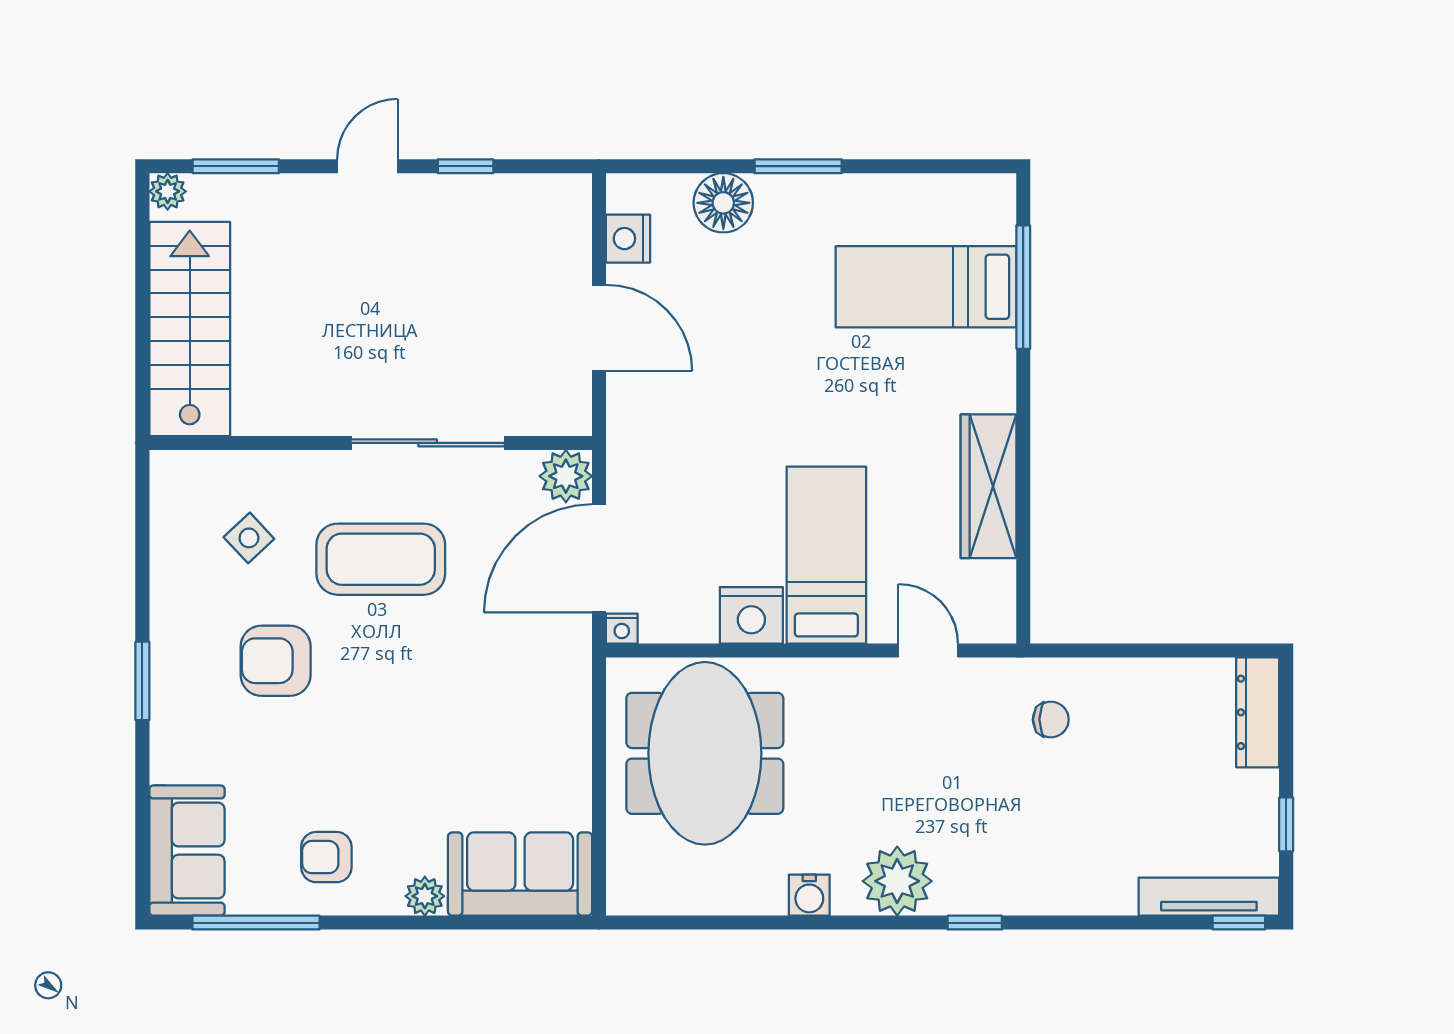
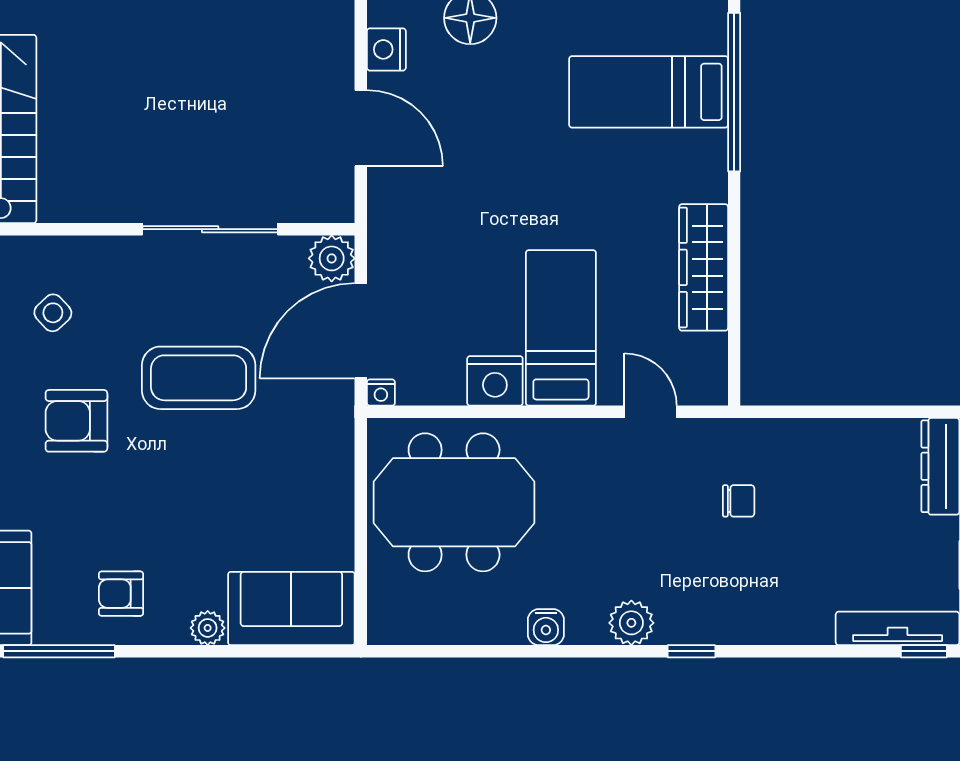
window: (1023, 287) -> (734, 92), width x1.46
coffee table: (381, 559) -> (199, 378), moved
chair: (1051, 719) -> (739, 501), moved
meeting table: (705, 753) -> (454, 502), turned 90
plant: (897, 881) -> (631, 623), width x0.73, depth x0.73

